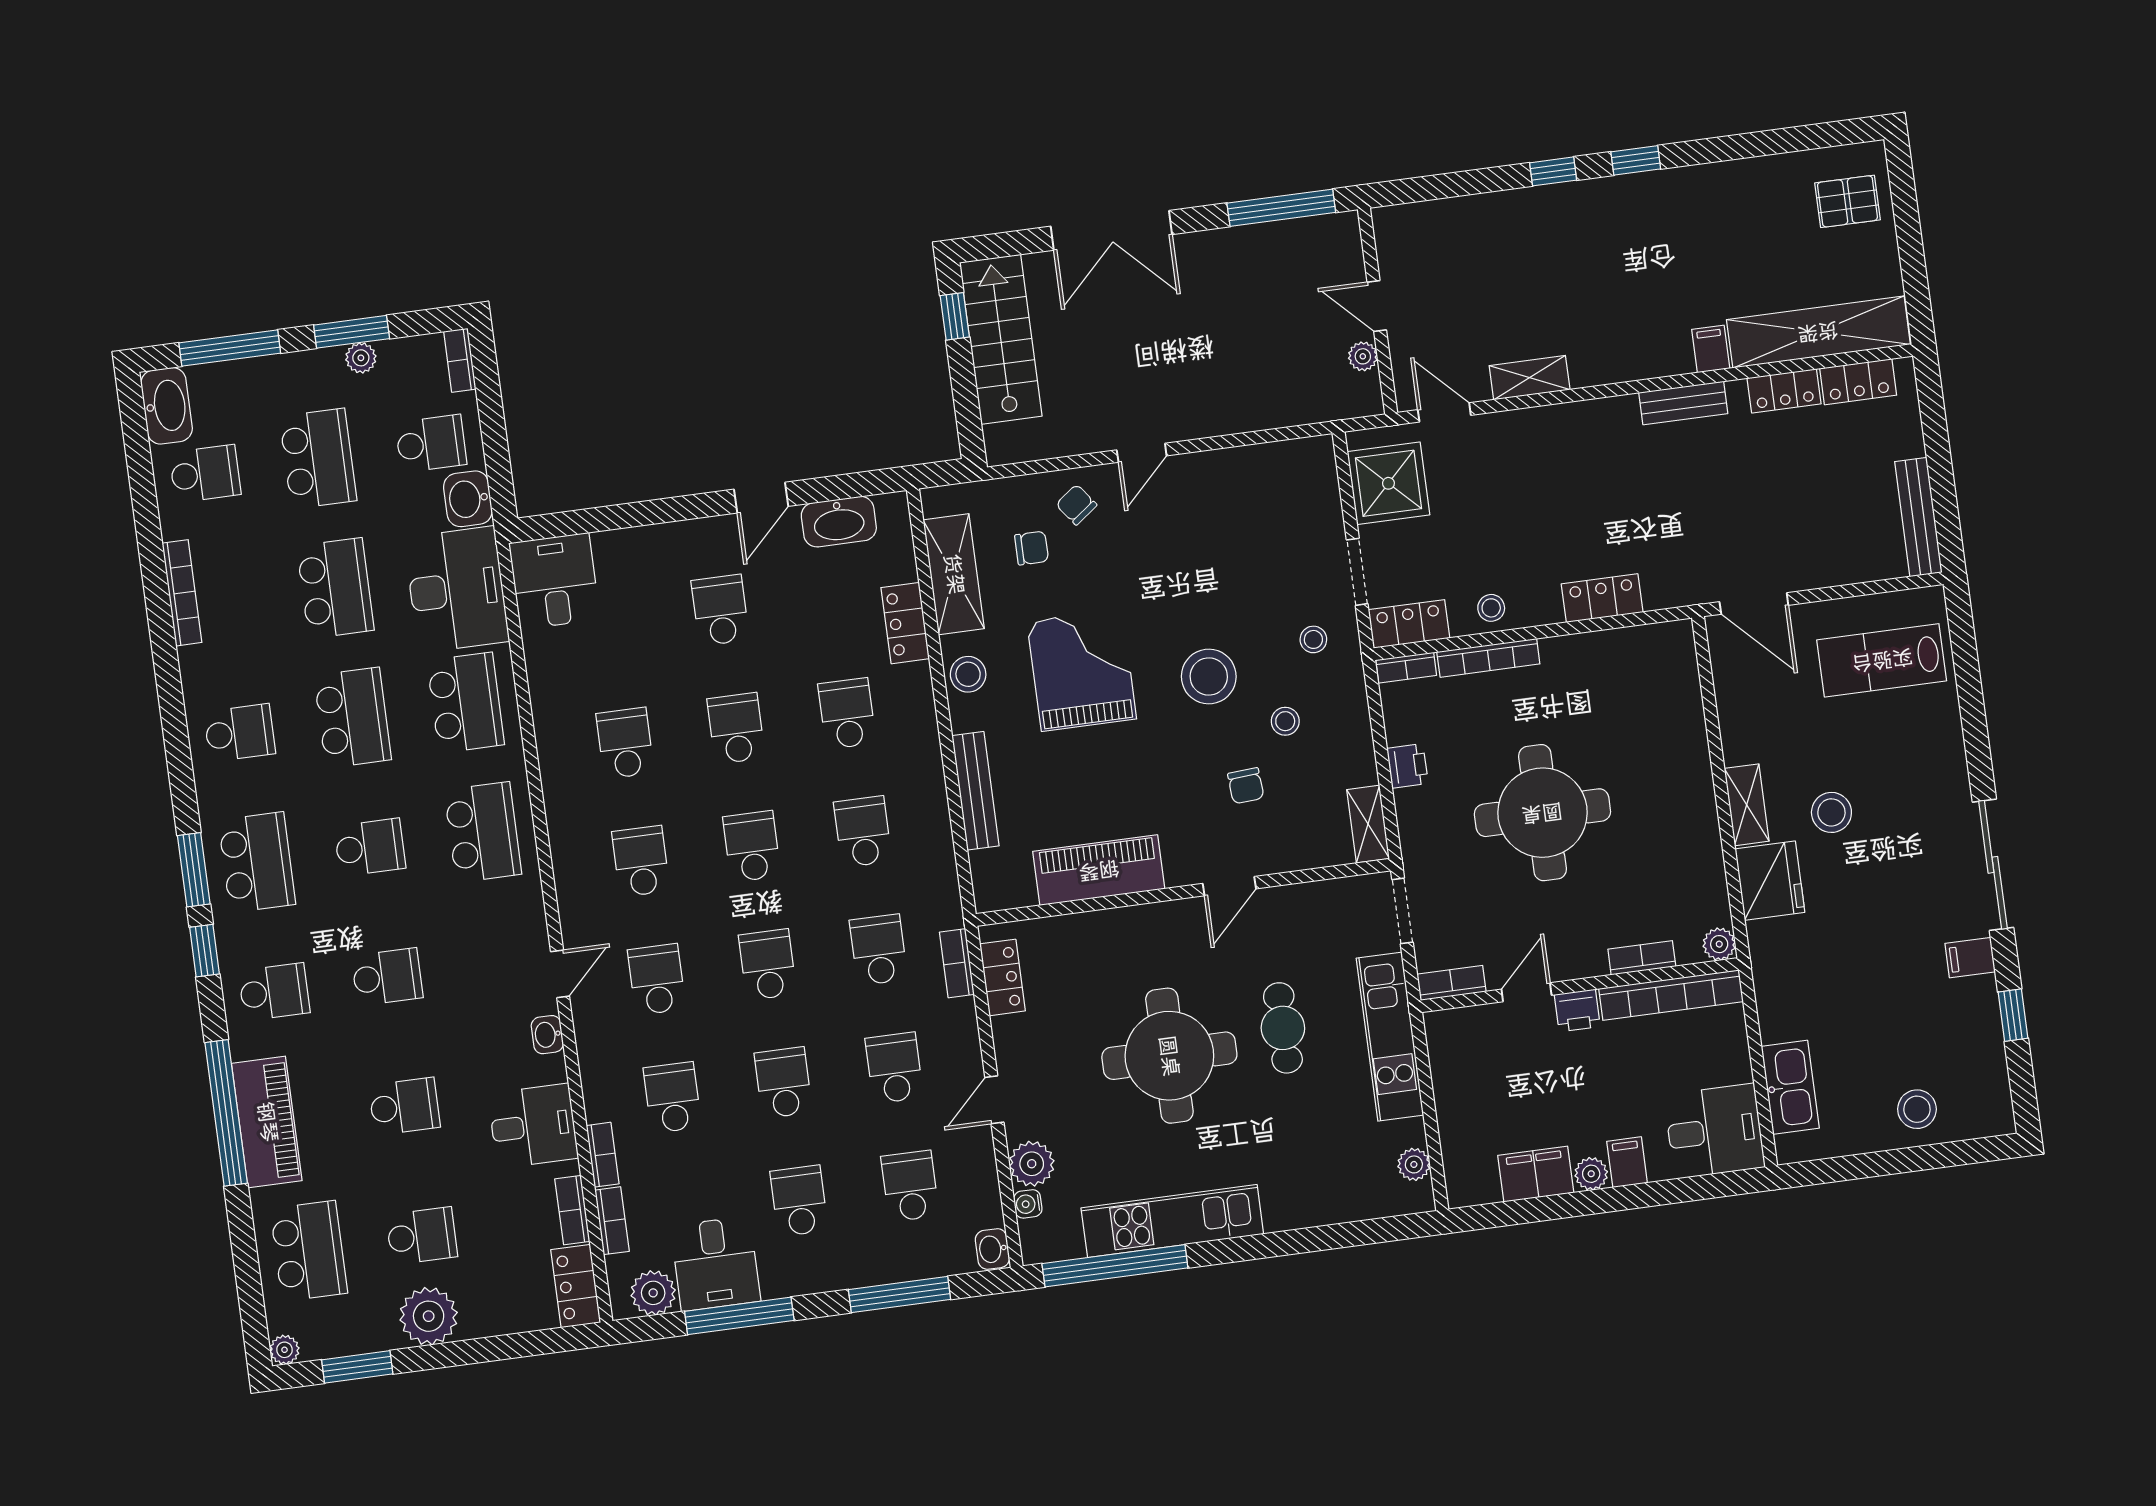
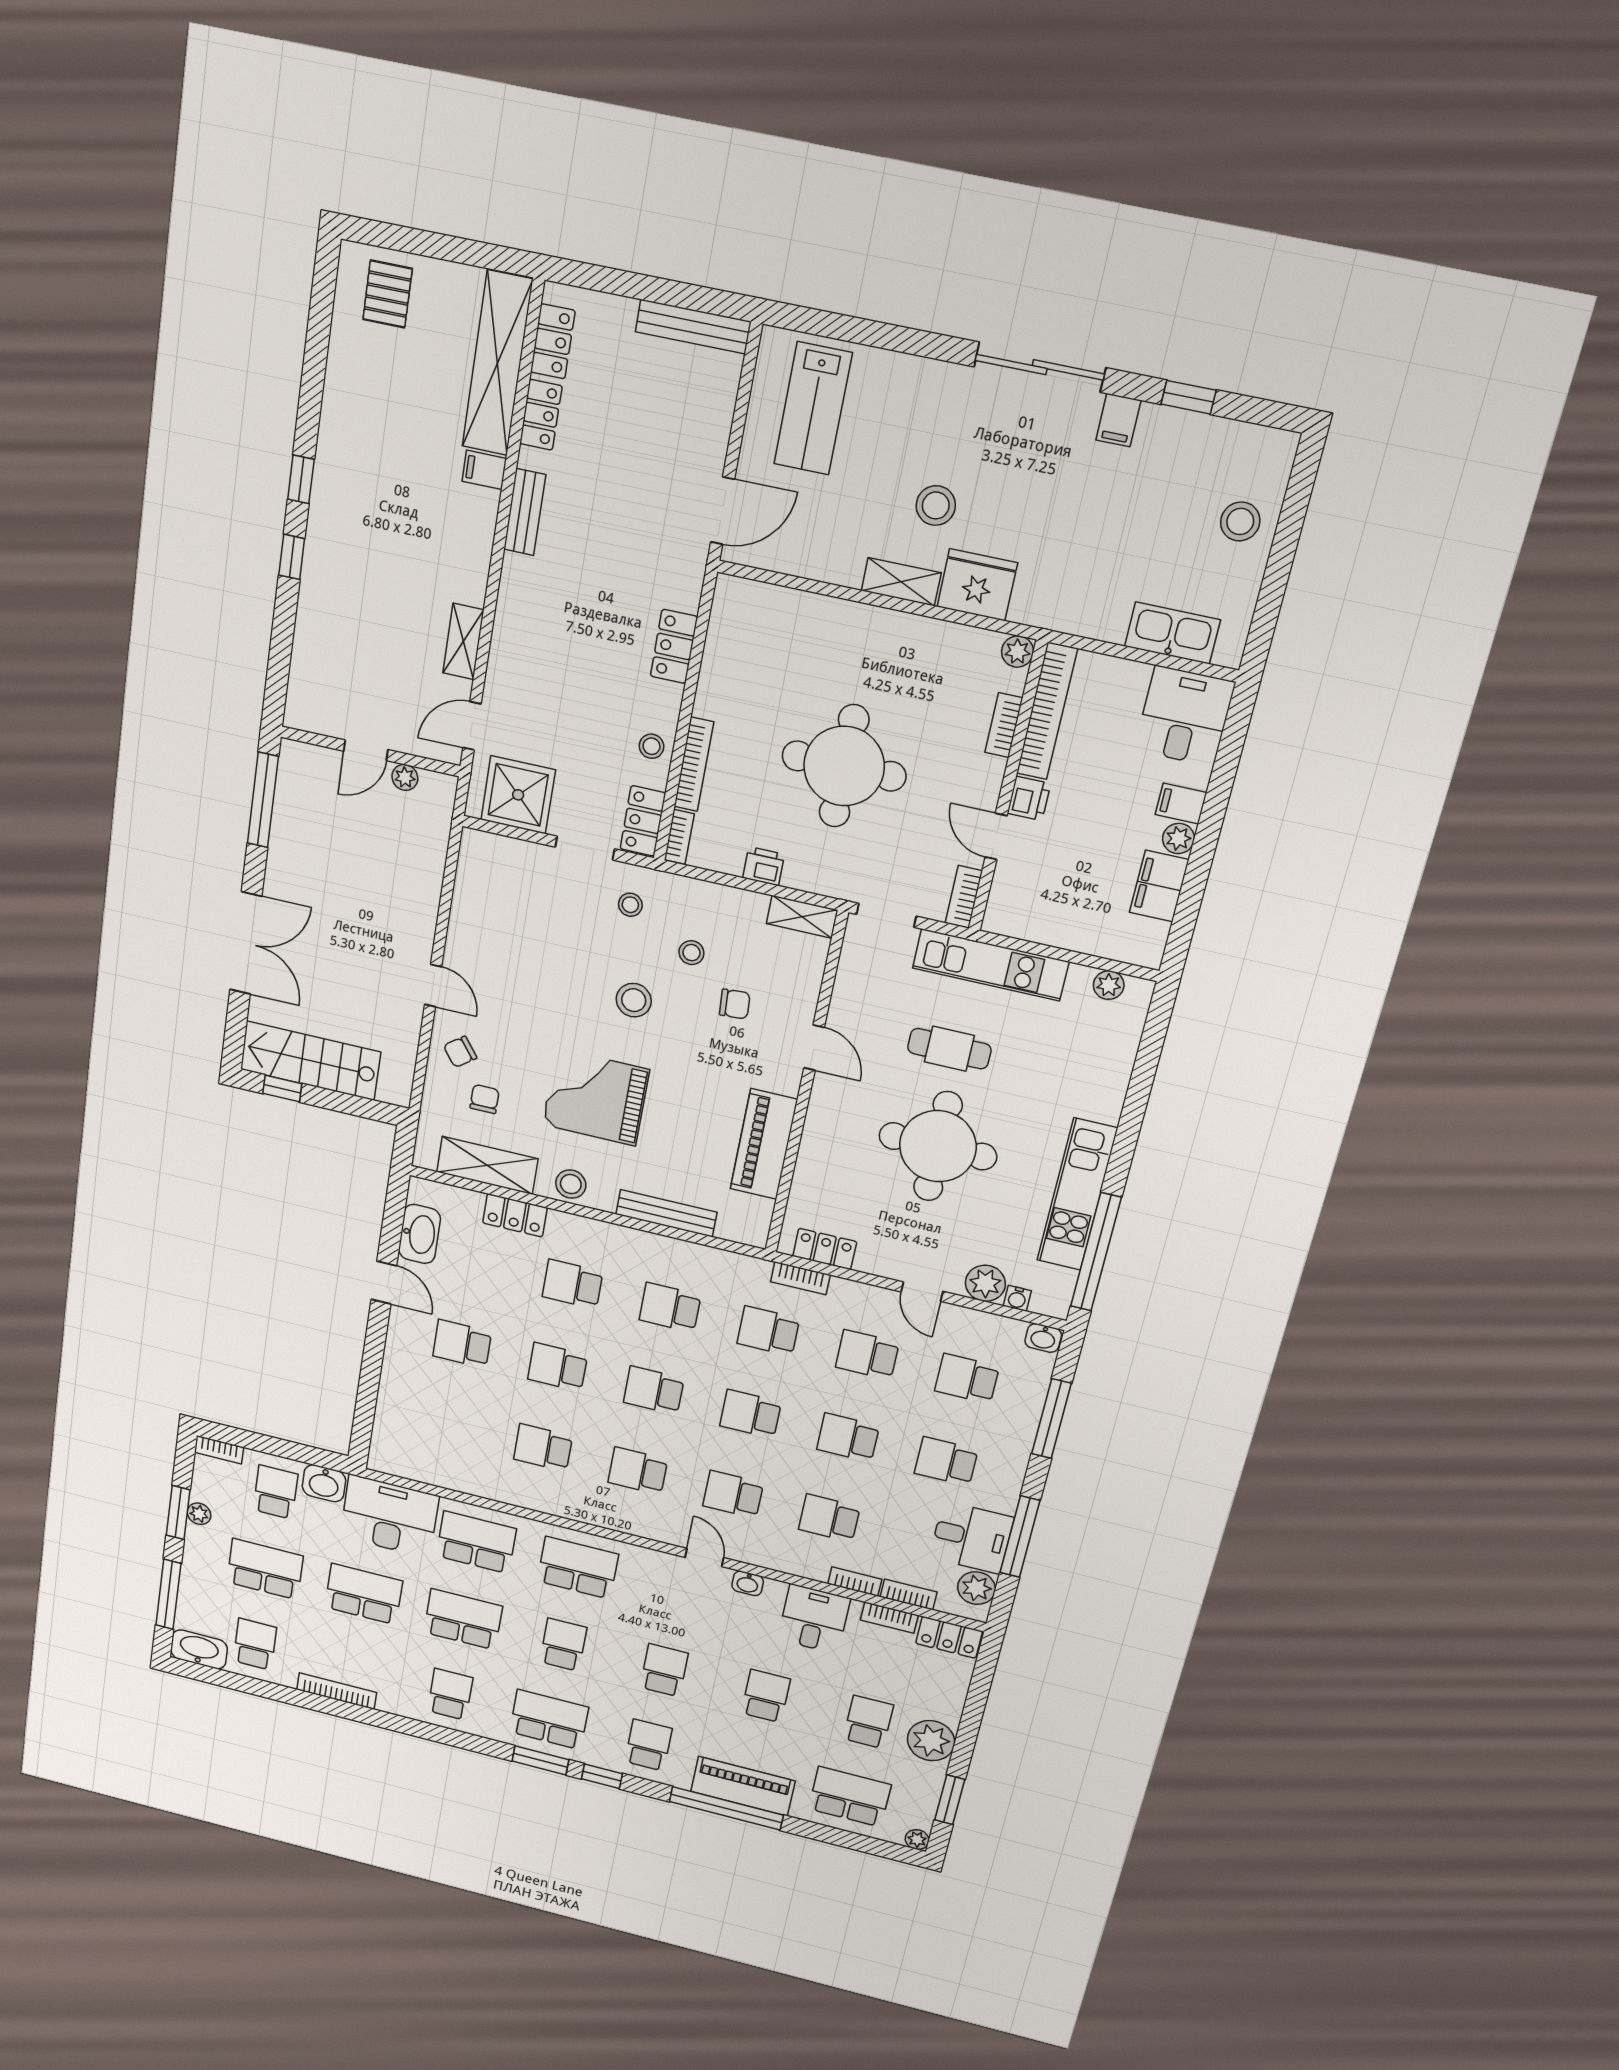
desk: (555, 581) -> (404, 1449), removed
stool: (1209, 677) -> (634, 1000), width x0.73, depth x0.73

